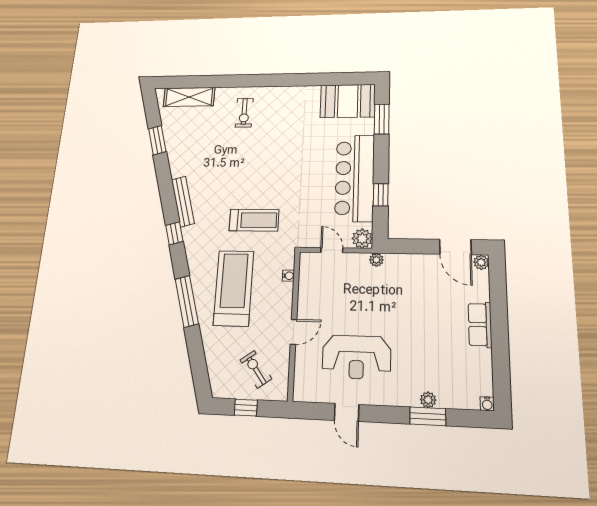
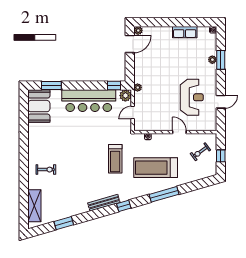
window: (381, 195) -> (114, 86), moved
treadmill: (254, 220) -> (115, 159), turned 180
row of seats: (480, 325) -> (185, 32), moved

